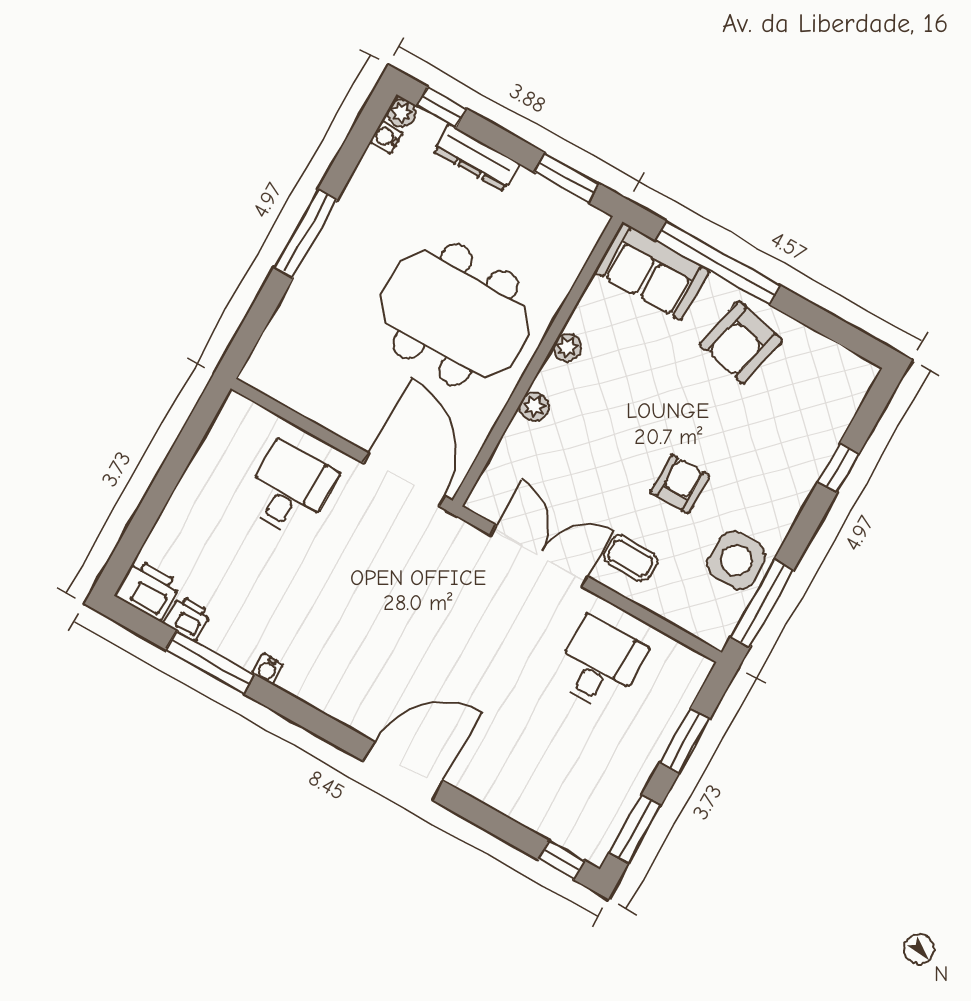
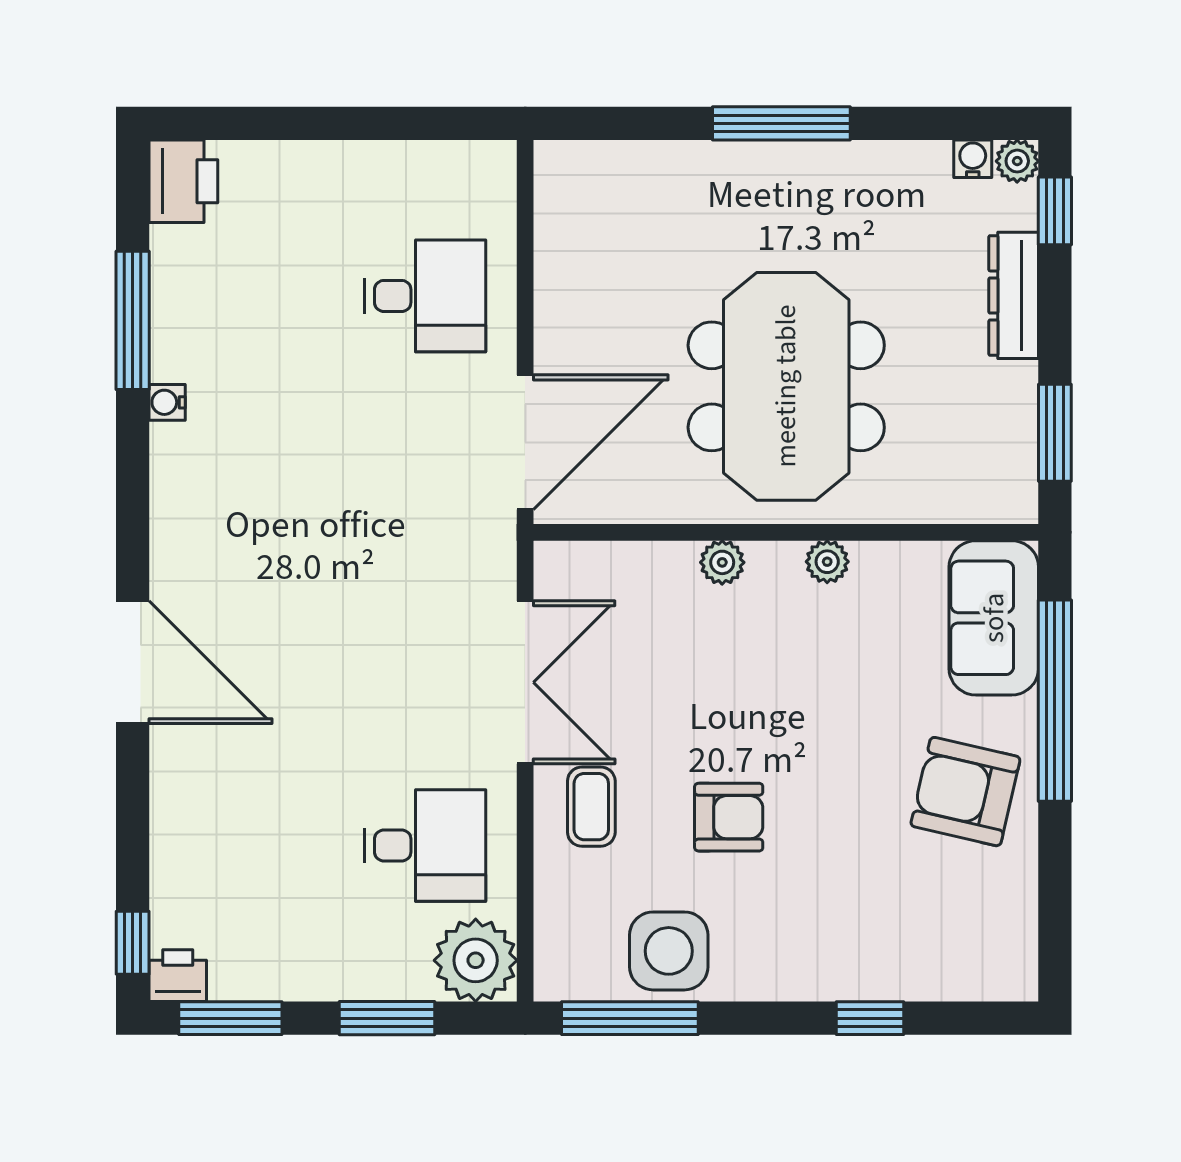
printer: (187, 618) -> (178, 976), moved, turned -90
plant: (680, 672) -> (476, 960), added

